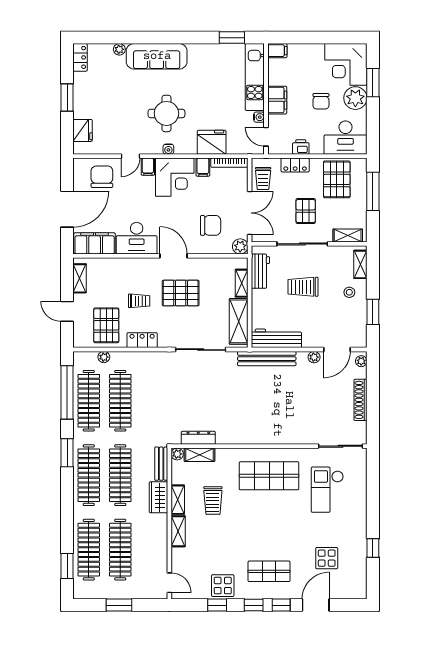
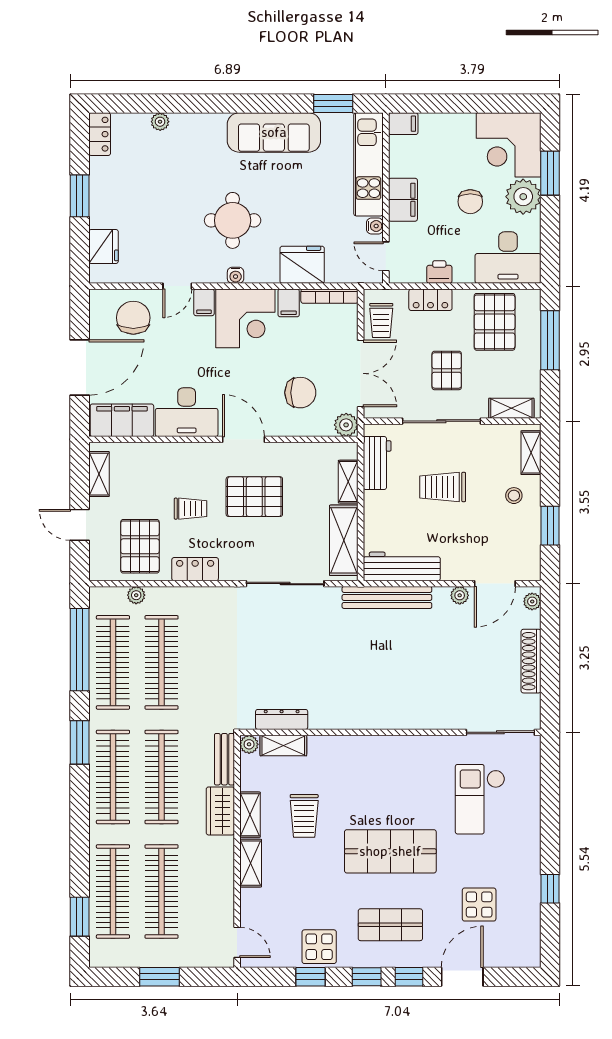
sofa: (157, 56) -> (274, 132), moved
shop shelf: (269, 476) -> (390, 851), moved

